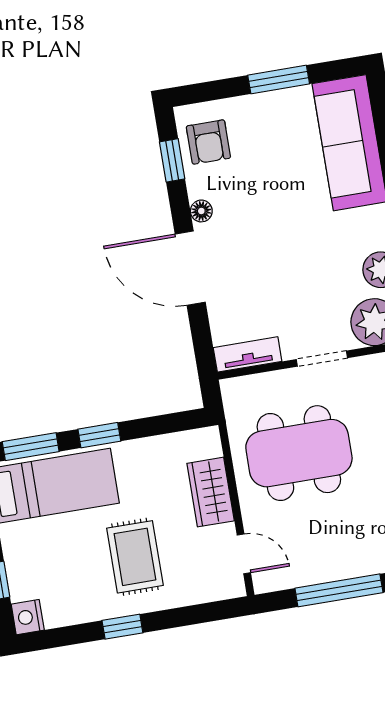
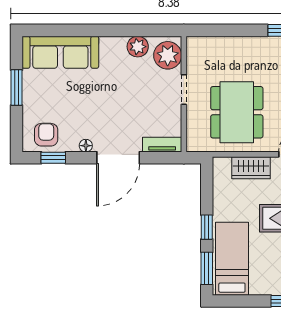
armchair: (208, 142) -> (46, 135), turned -90
tv unit: (248, 354) -> (162, 145), moved, turned 90

